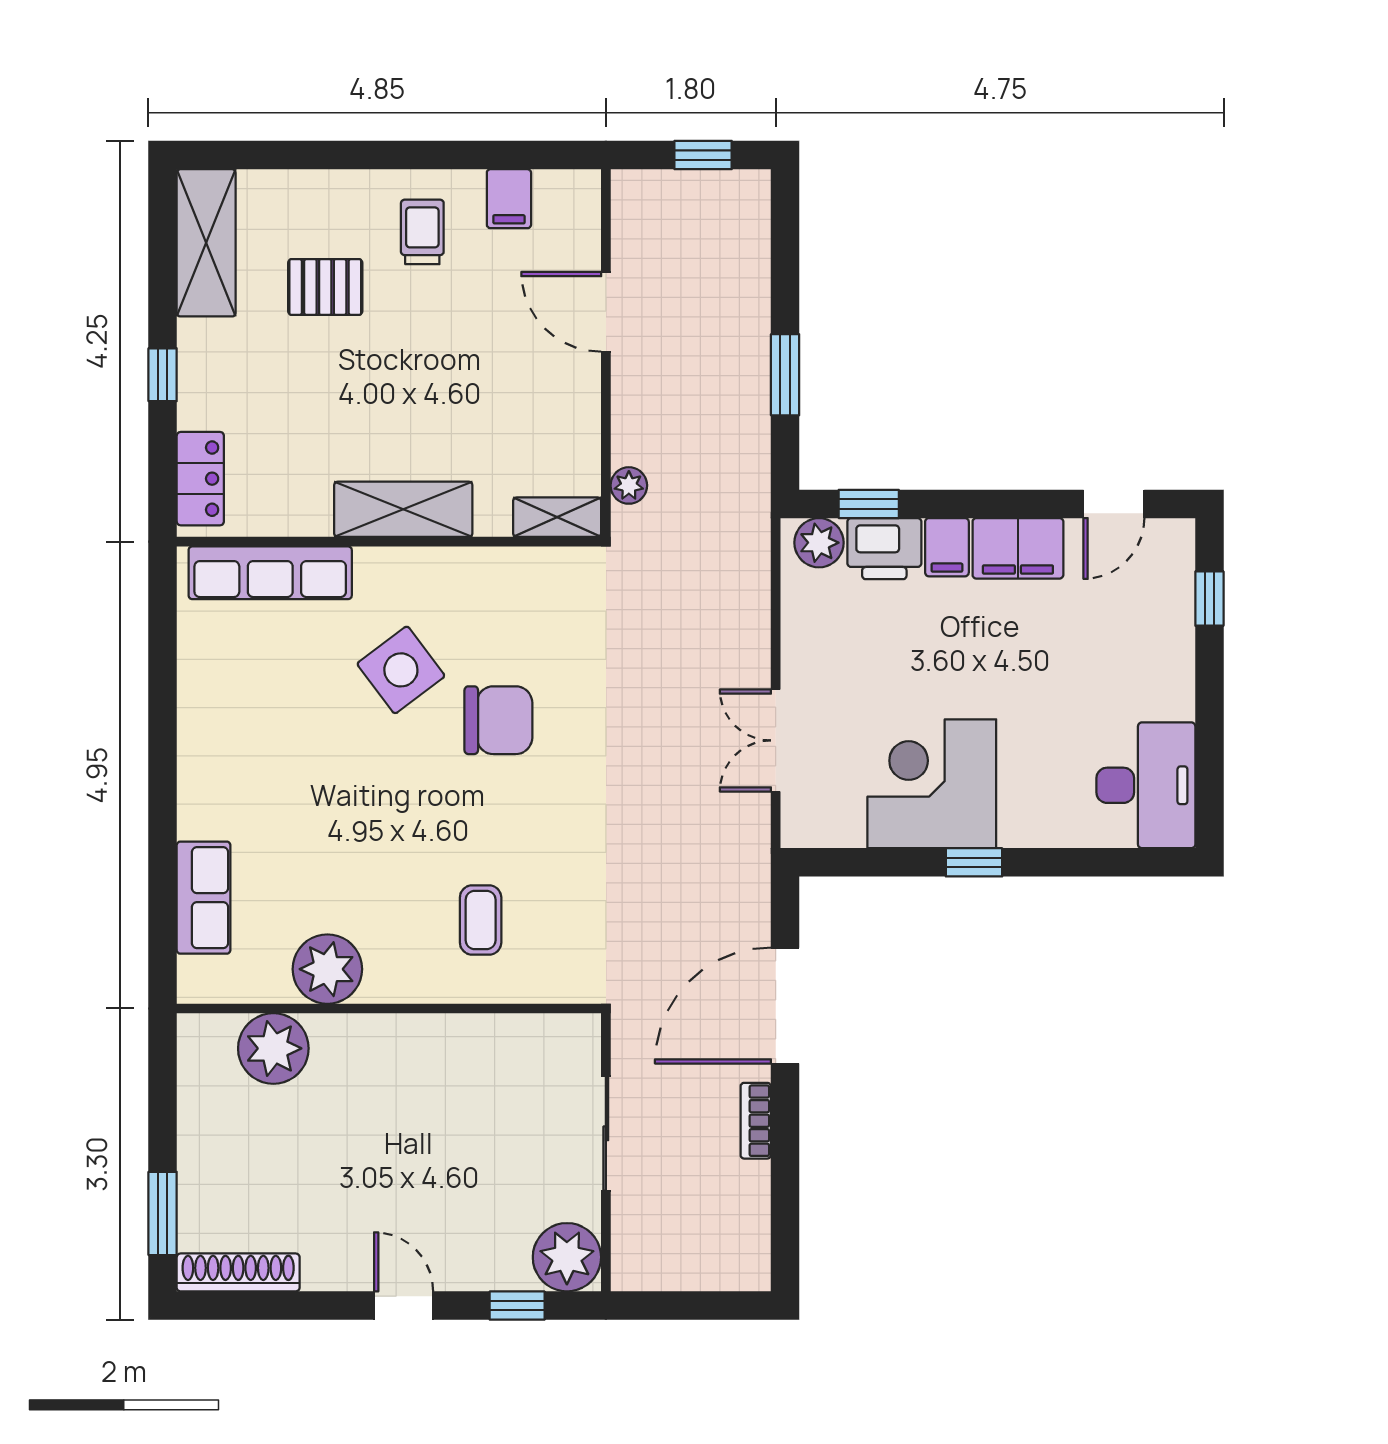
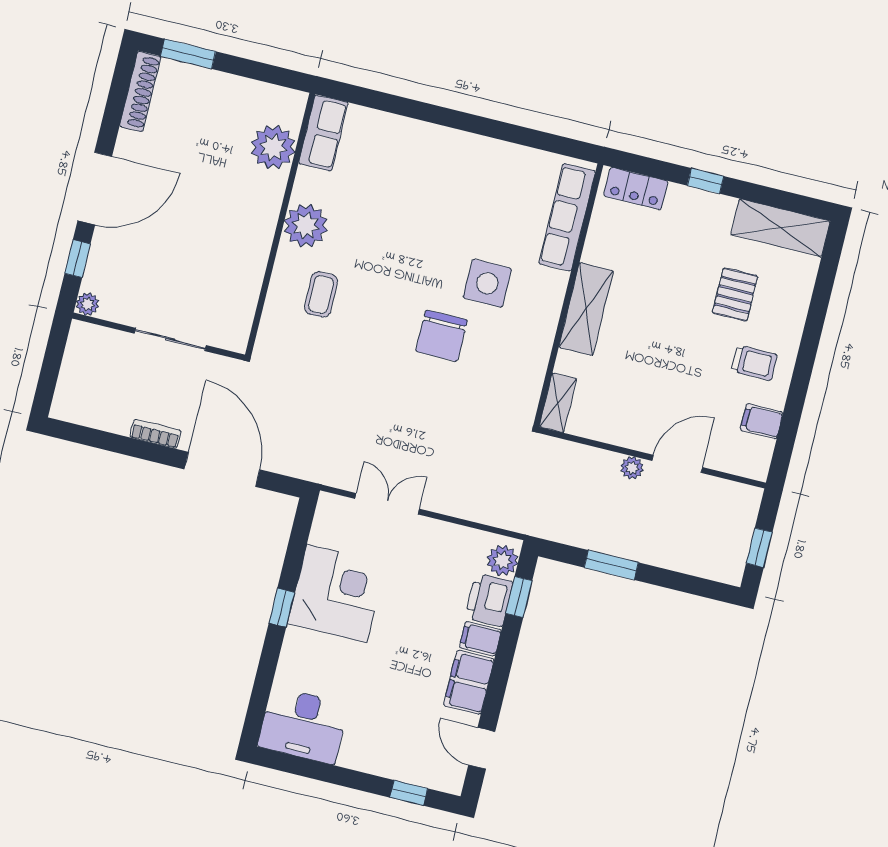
plant: (629, 485) -> (632, 468), moved
side table: (401, 670) -> (487, 283), turned 37
row of seats: (204, 898) -> (323, 133), moved, turned -90
coffee table: (481, 920) -> (321, 294), turned 90
plant: (327, 969) -> (306, 226), moved
plant: (567, 1257) -> (88, 304), width x0.53, depth x0.53
door: (404, 1306) -> (95, 189), width x1.88

